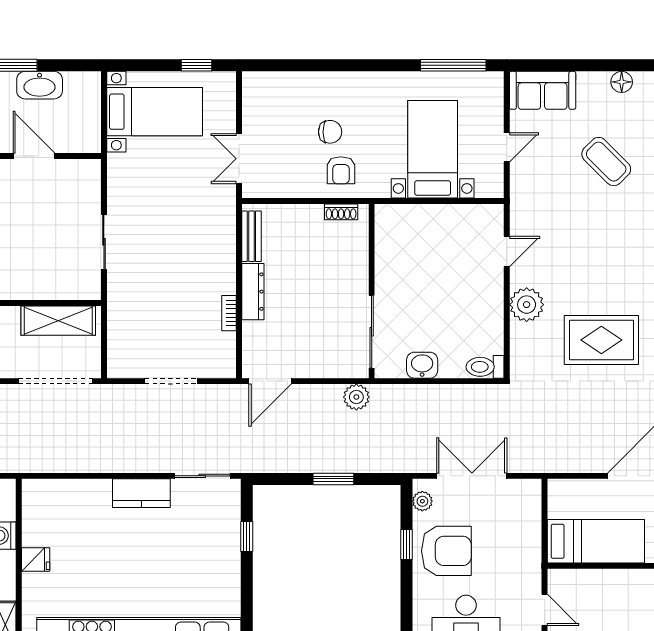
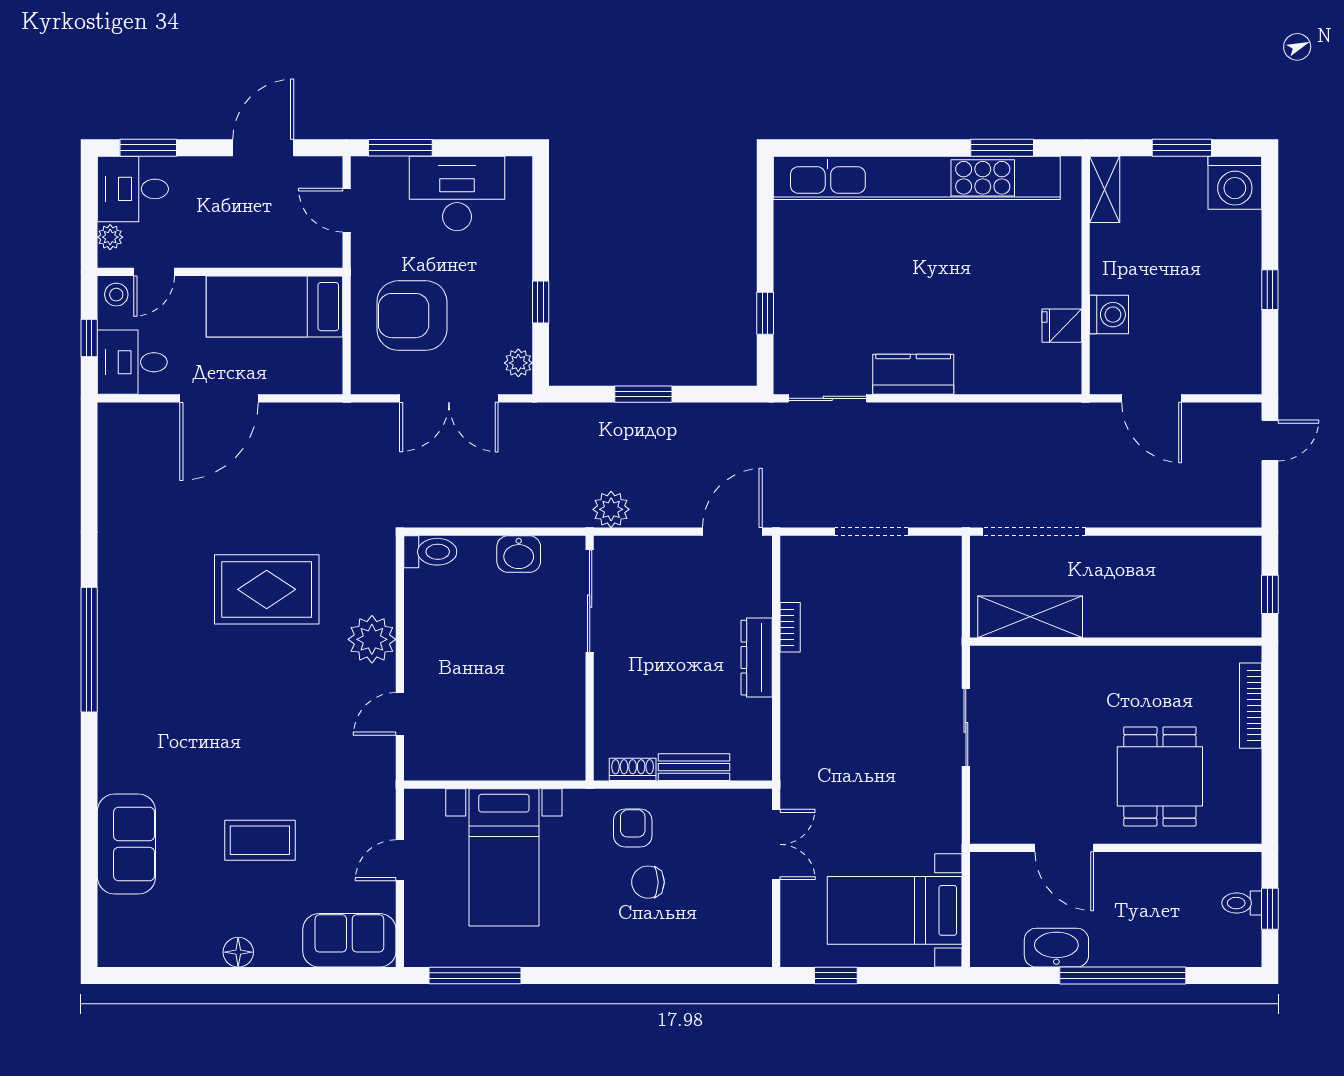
coffee table: (606, 162) -> (260, 840), turned -45
bench: (251, 236) -> (694, 767), moved, turned 90
armchair: (446, 551) -> (412, 316), moved
fridge: (36, 560) -> (1062, 326), moved

